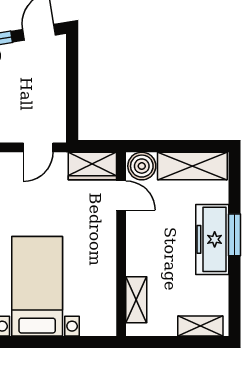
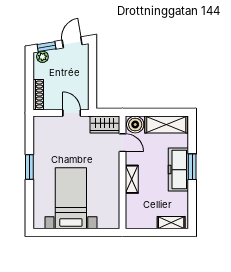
door: (38, 147) -> (72, 113), swing flipped
shelving: (136, 300) -> (132, 179), moved

